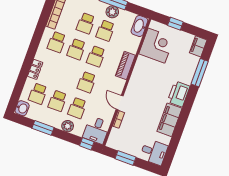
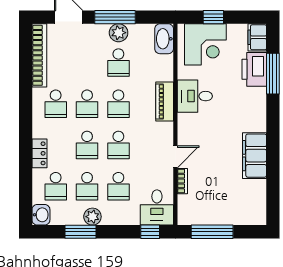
school desk: (86, 23) -> (87, 145), moved
corner desk: (156, 46) -> (205, 44), moved, turned 90
printer: (179, 94) -> (254, 69), moved
door: (120, 103) -> (175, 157), swing flipped
plant: (68, 126) -> (92, 217), moved
desk: (154, 152) -> (195, 96), moved, turned 180
window: (126, 158) -> (212, 232), width x1.44

